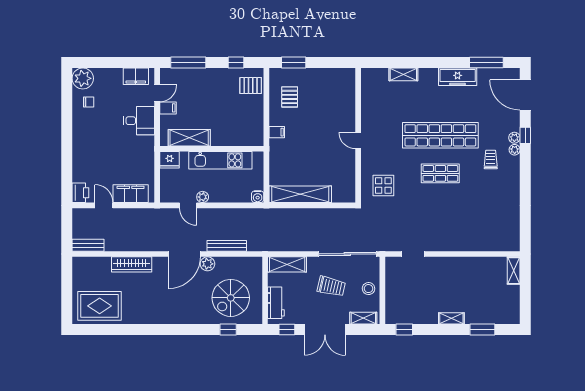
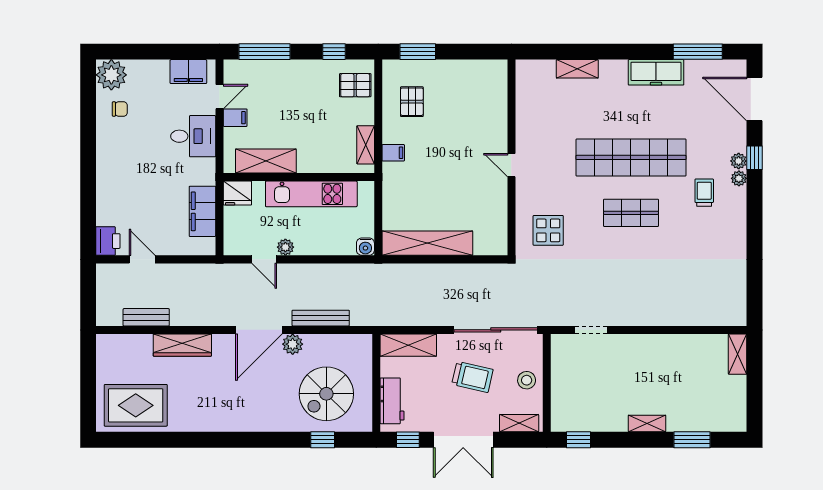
shelving: (258, 127) -> (366, 145), added
filing cabinet: (131, 194) -> (202, 211), moved, turned -90
bench: (88, 245) -> (146, 317), moved

